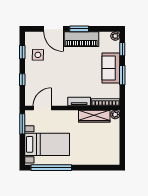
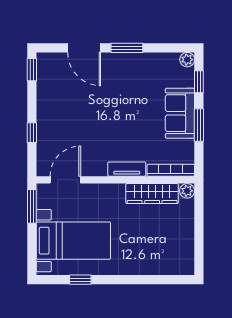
piano: (81, 39) -> (131, 65), removed
window: (22, 52) -> (32, 70), moved
side table: (38, 55) -> (58, 91), removed
window: (51, 168) -> (80, 280), width x0.32

